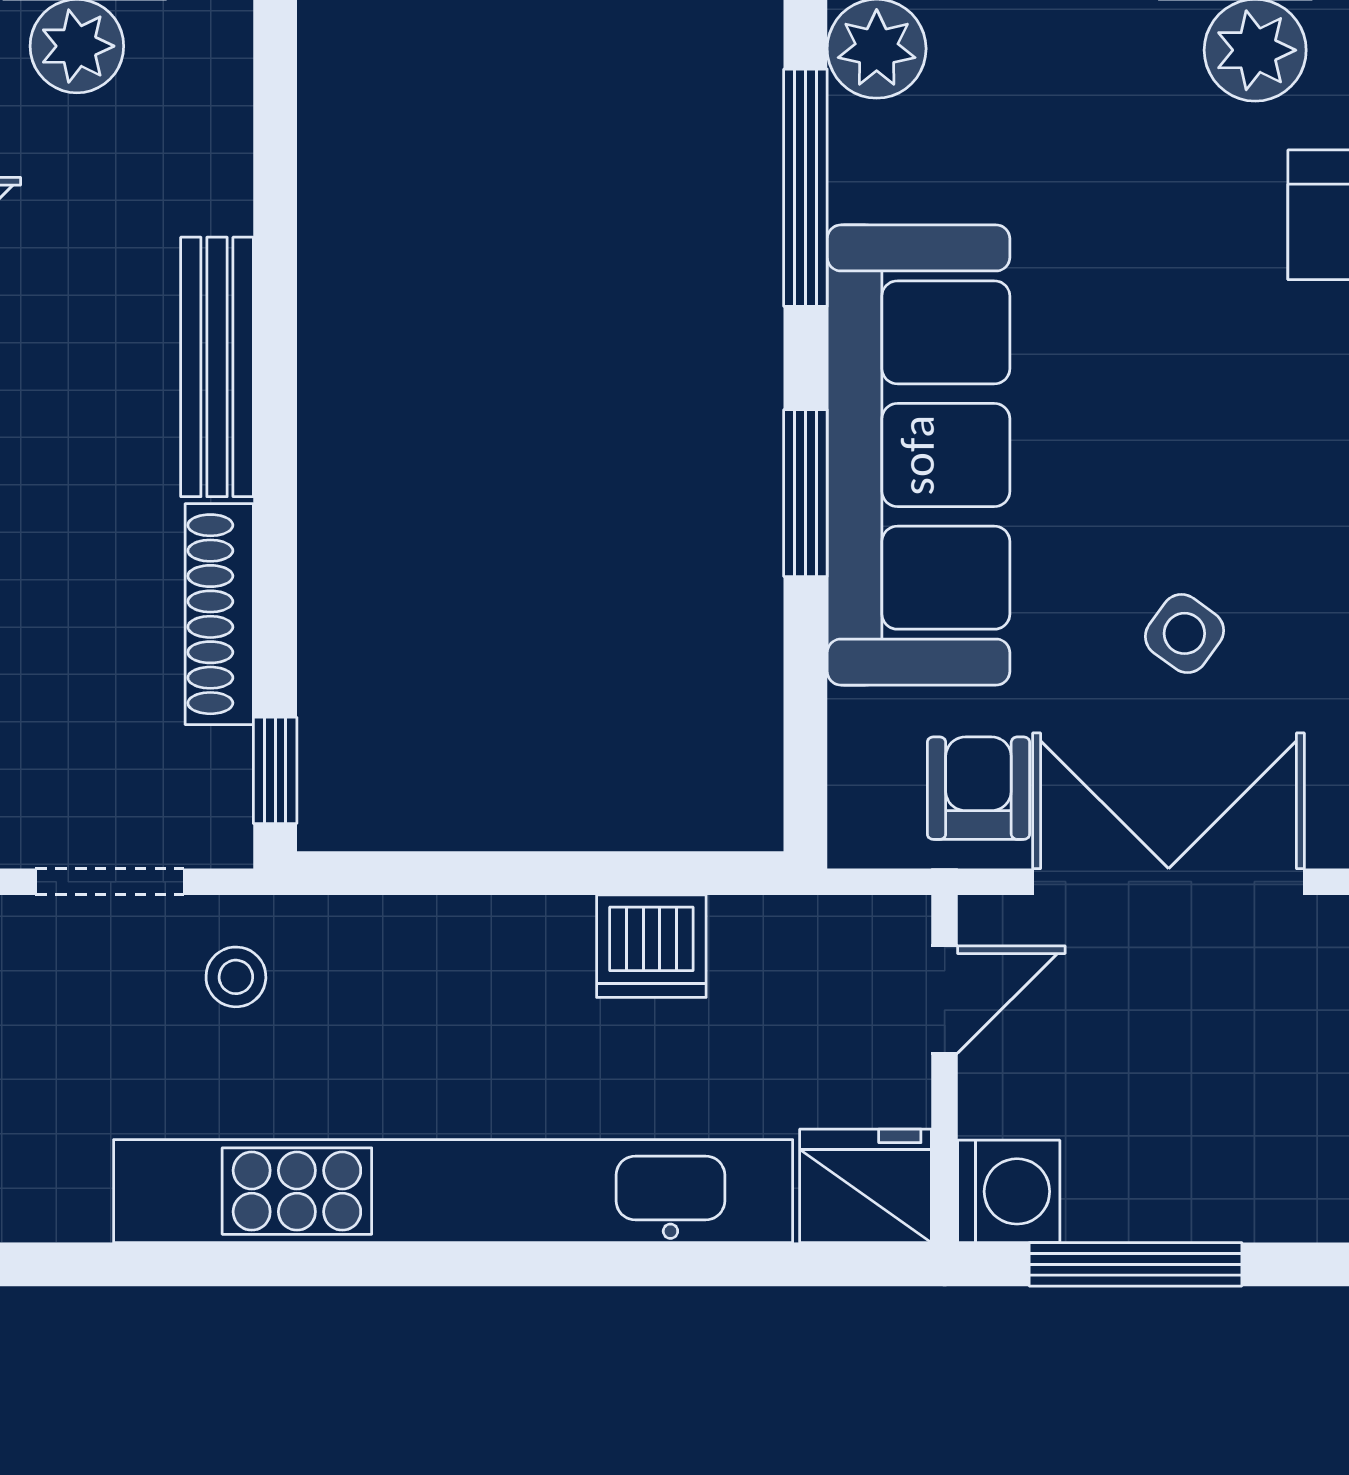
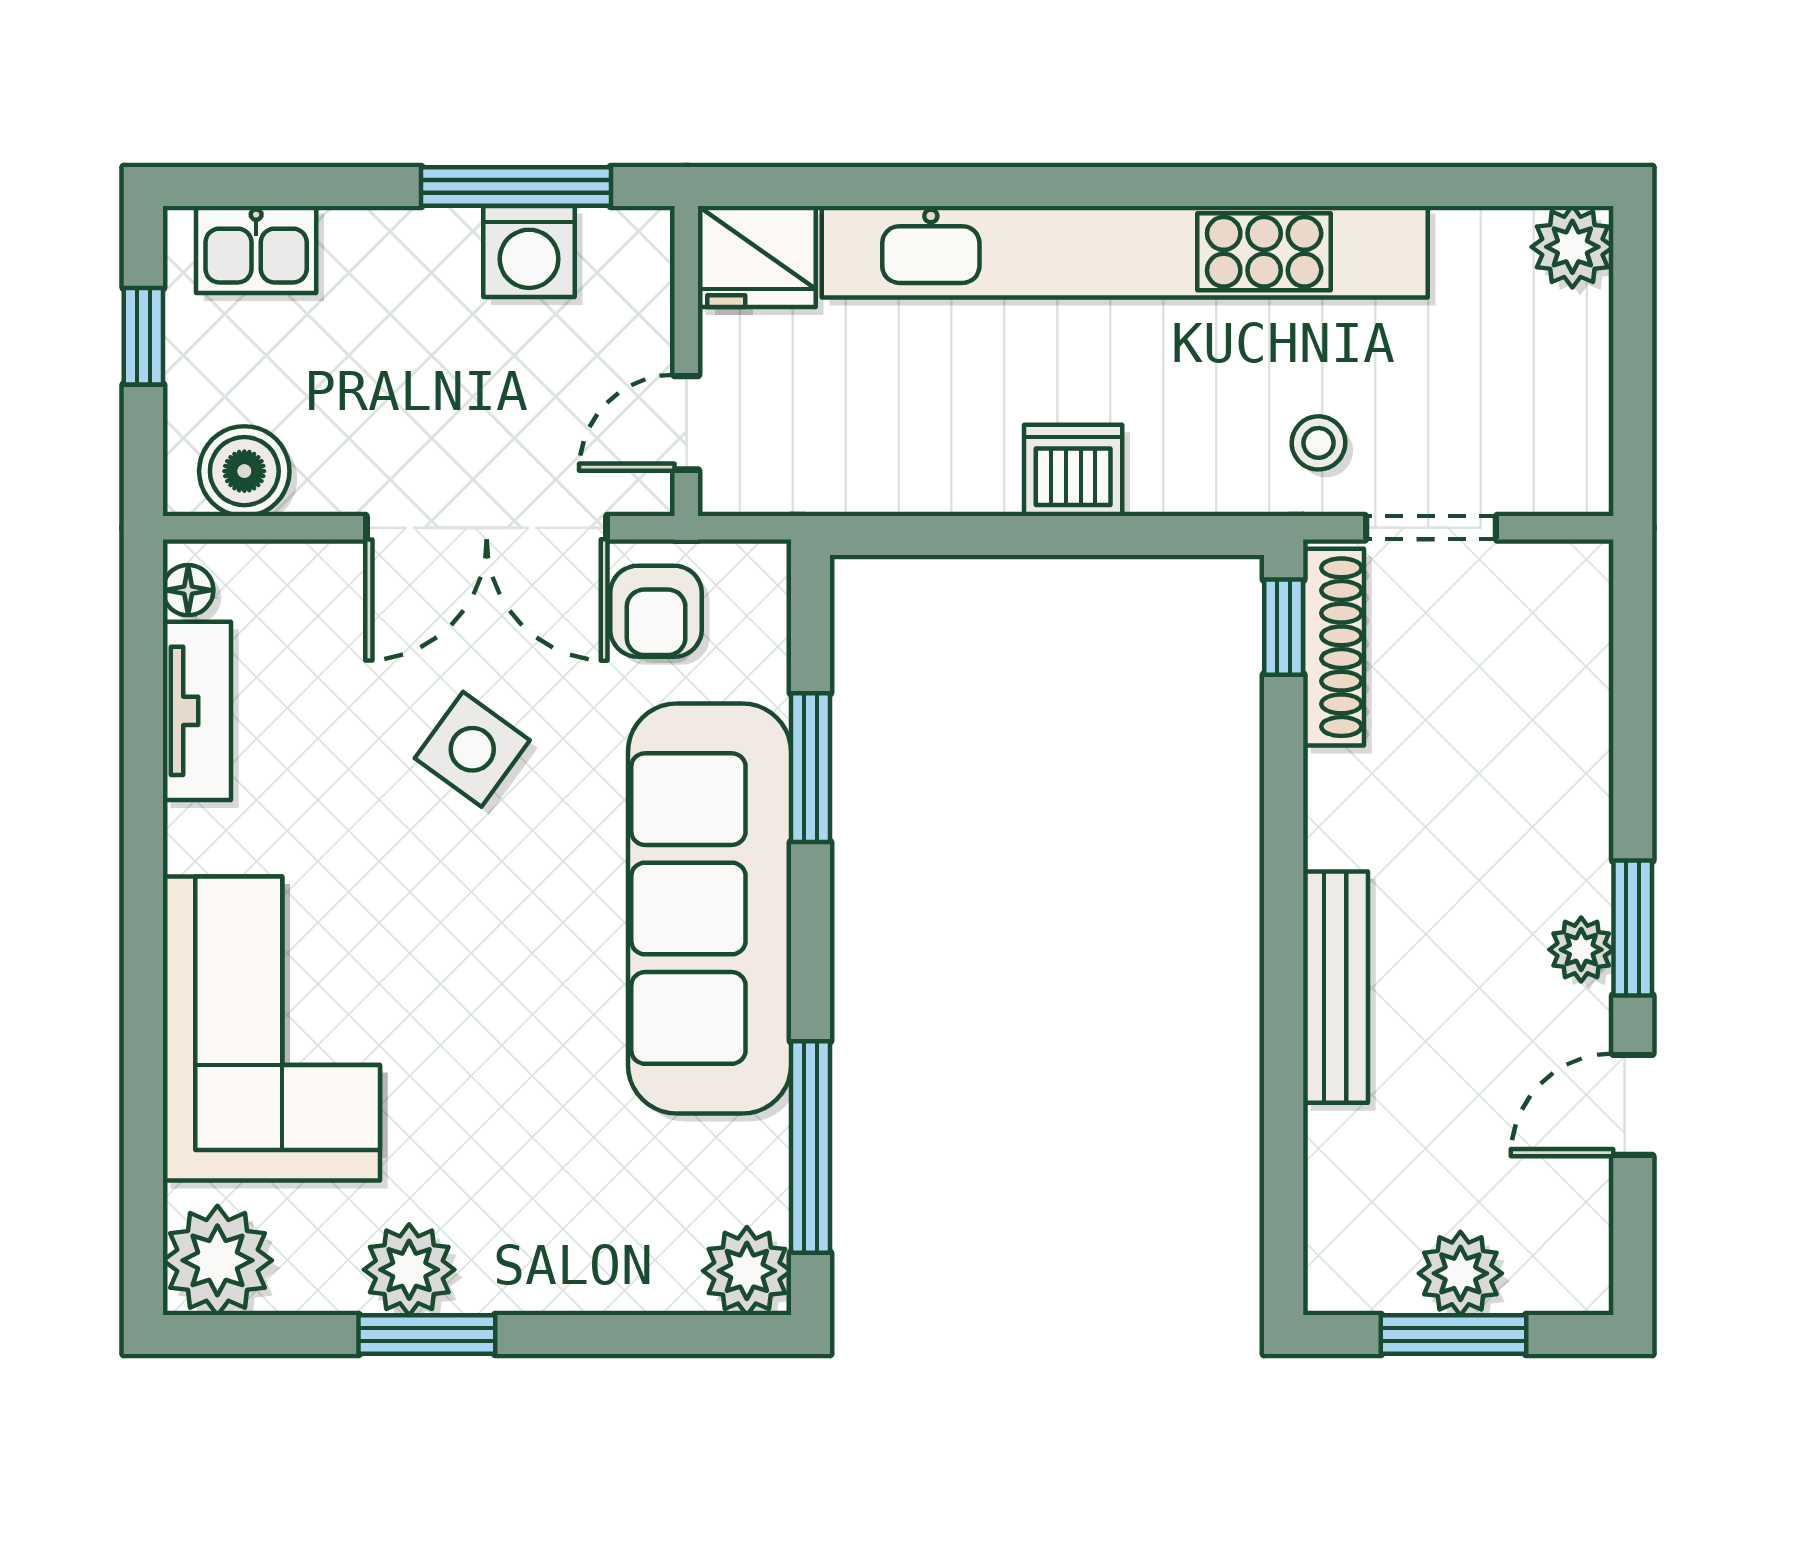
window: (805, 493) -> (810, 768), moved
shoe rack: (219, 614) -> (1333, 647), moved
side table: (1184, 633) -> (472, 749), width x1.37, depth x1.37
dishwasher: (651, 946) -> (1073, 470), moved
washing machine: (1009, 1191) -> (529, 252), moved, turned -90

